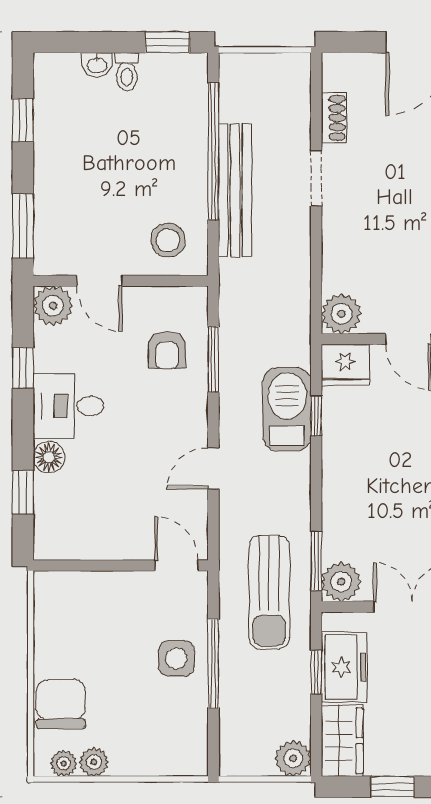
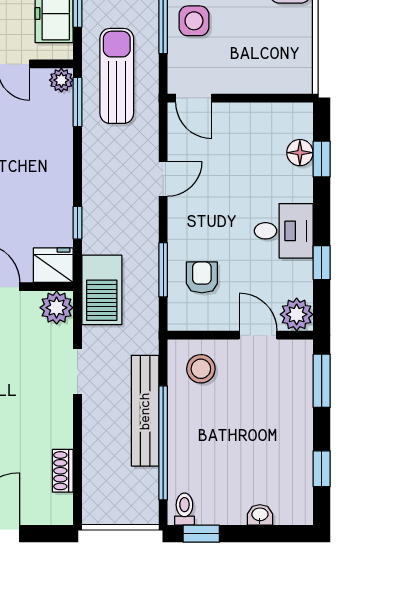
toilet: (127, 72) -> (184, 509), moved
doorway: (316, 178) -> (77, 371), moved
barbecue: (287, 409) -> (102, 290), moved
floor lamp: (49, 457) -> (300, 153), moved
plant: (341, 582) -> (61, 80), width x0.73, depth x0.73

